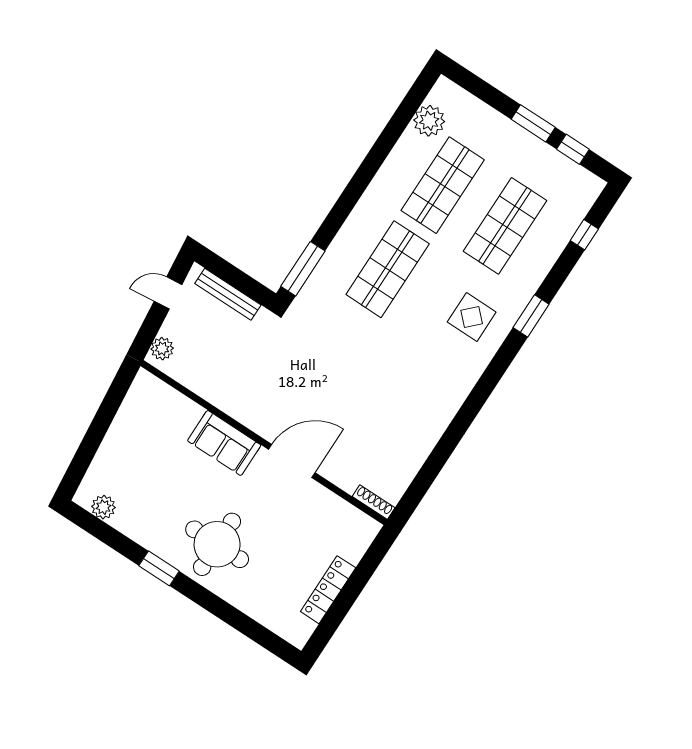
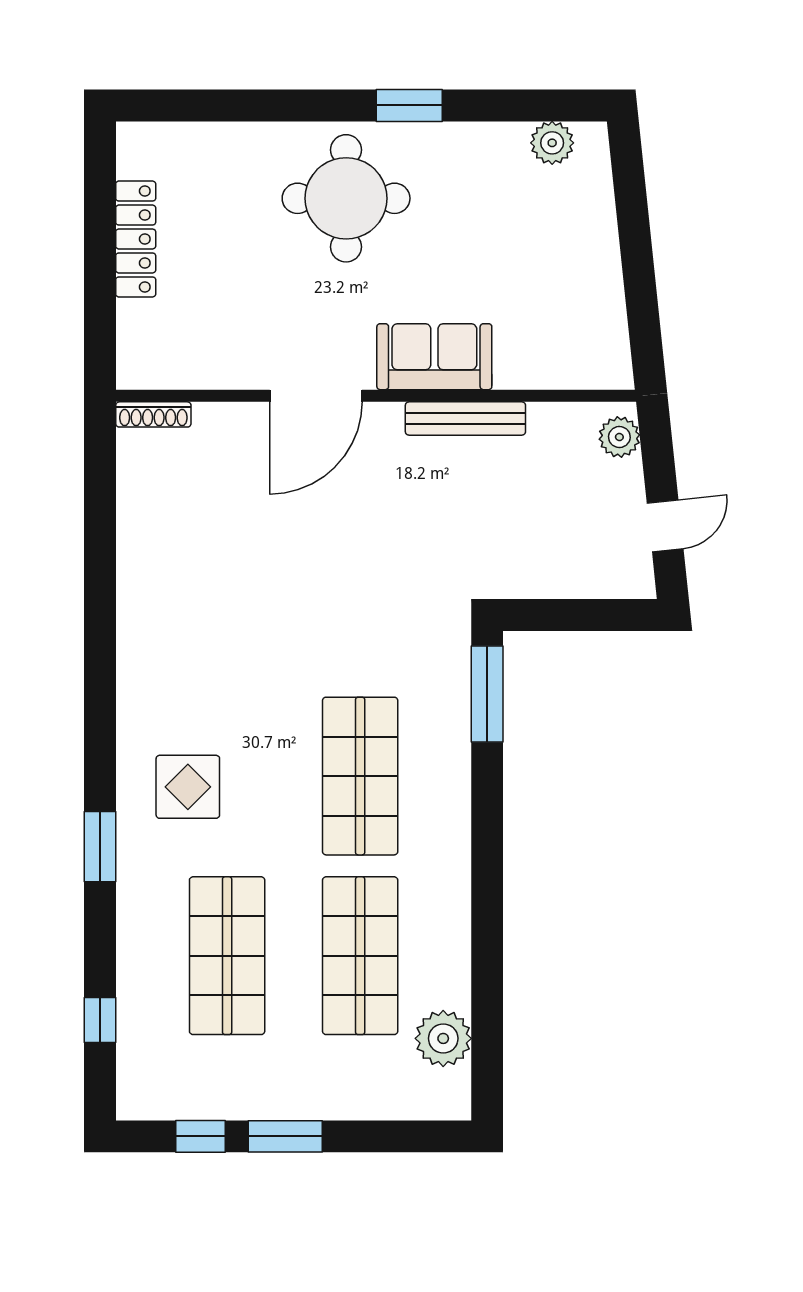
bench: (228, 294) -> (465, 418), moved

